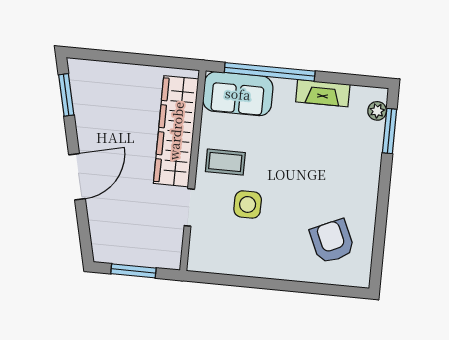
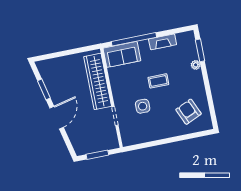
window: (66, 95) -> (44, 89), moved
plant: (377, 111) -> (196, 65), moved
coffee table: (225, 162) -> (158, 81), moved

